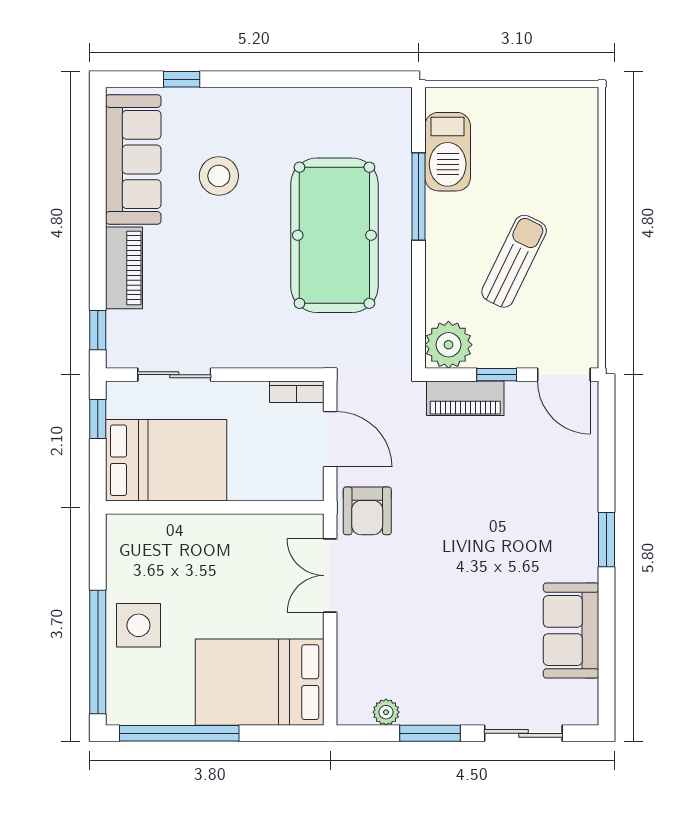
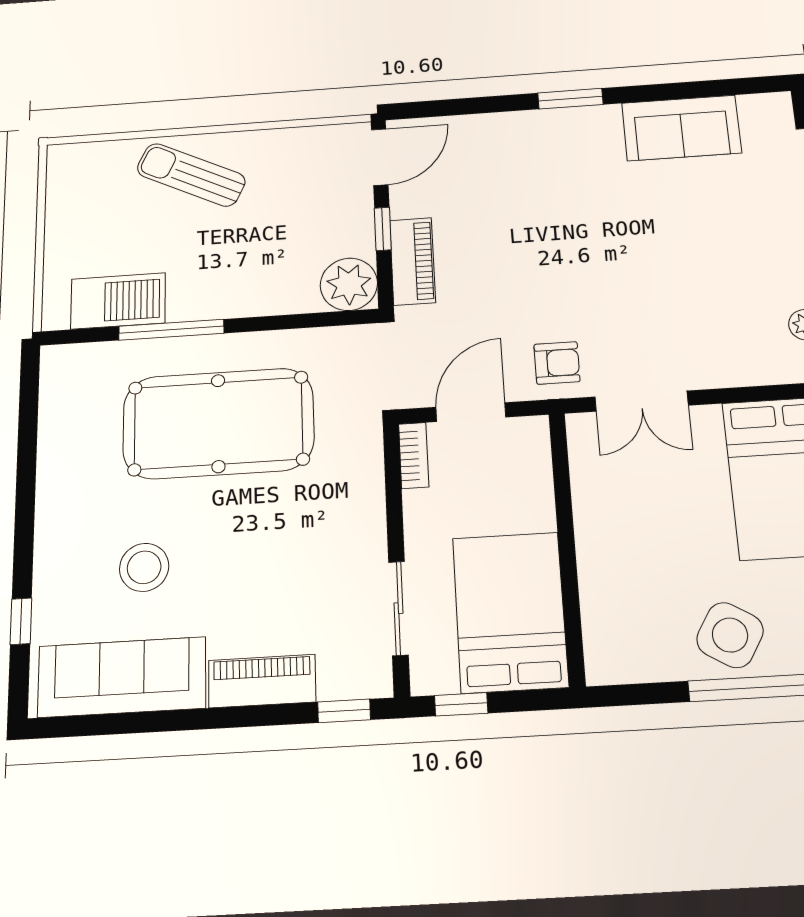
sun lounger: (514, 261) -> (191, 175), moved
armchair: (367, 511) -> (557, 363), width x0.72, depth x0.72
side table: (138, 625) -> (730, 635), turned 31

